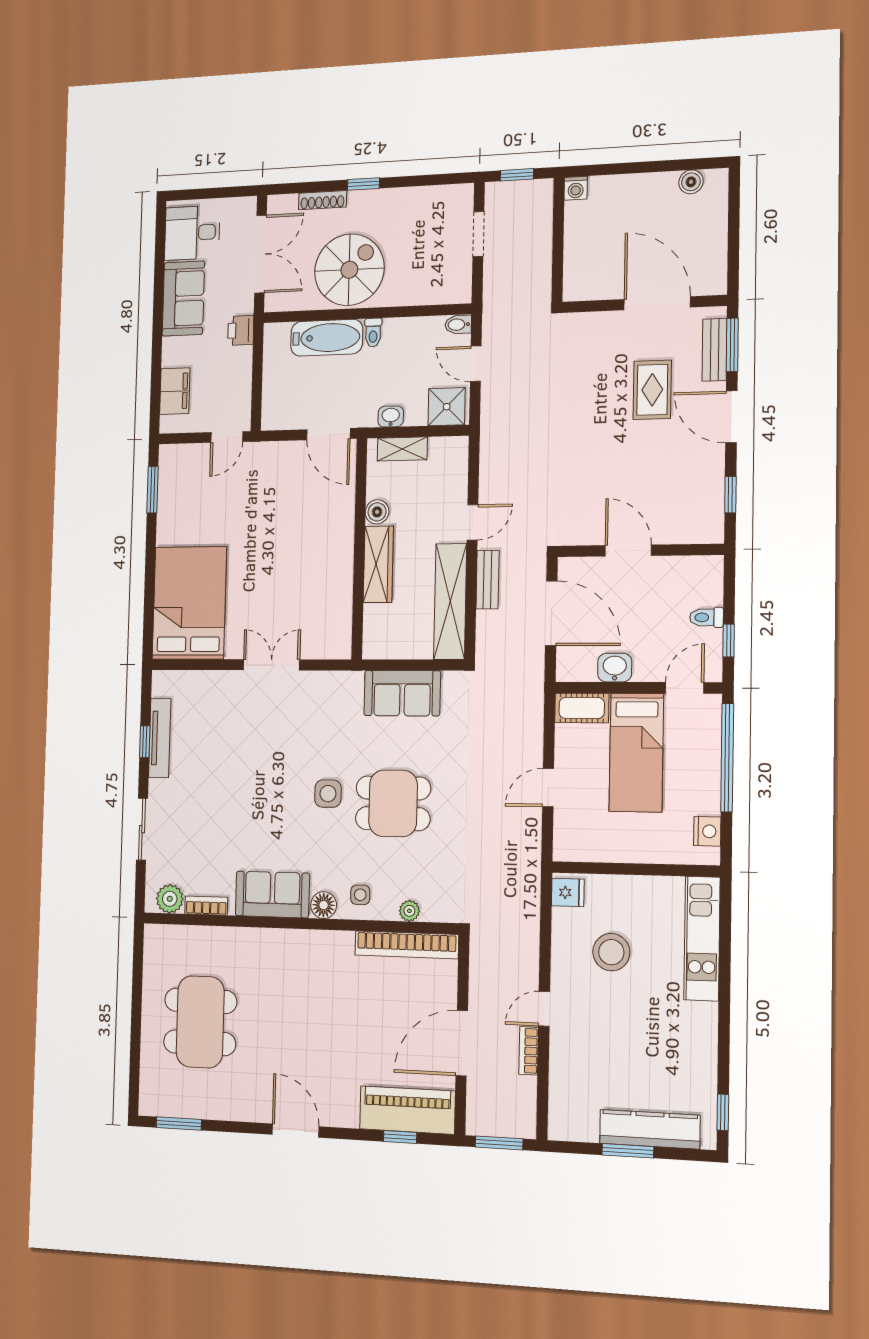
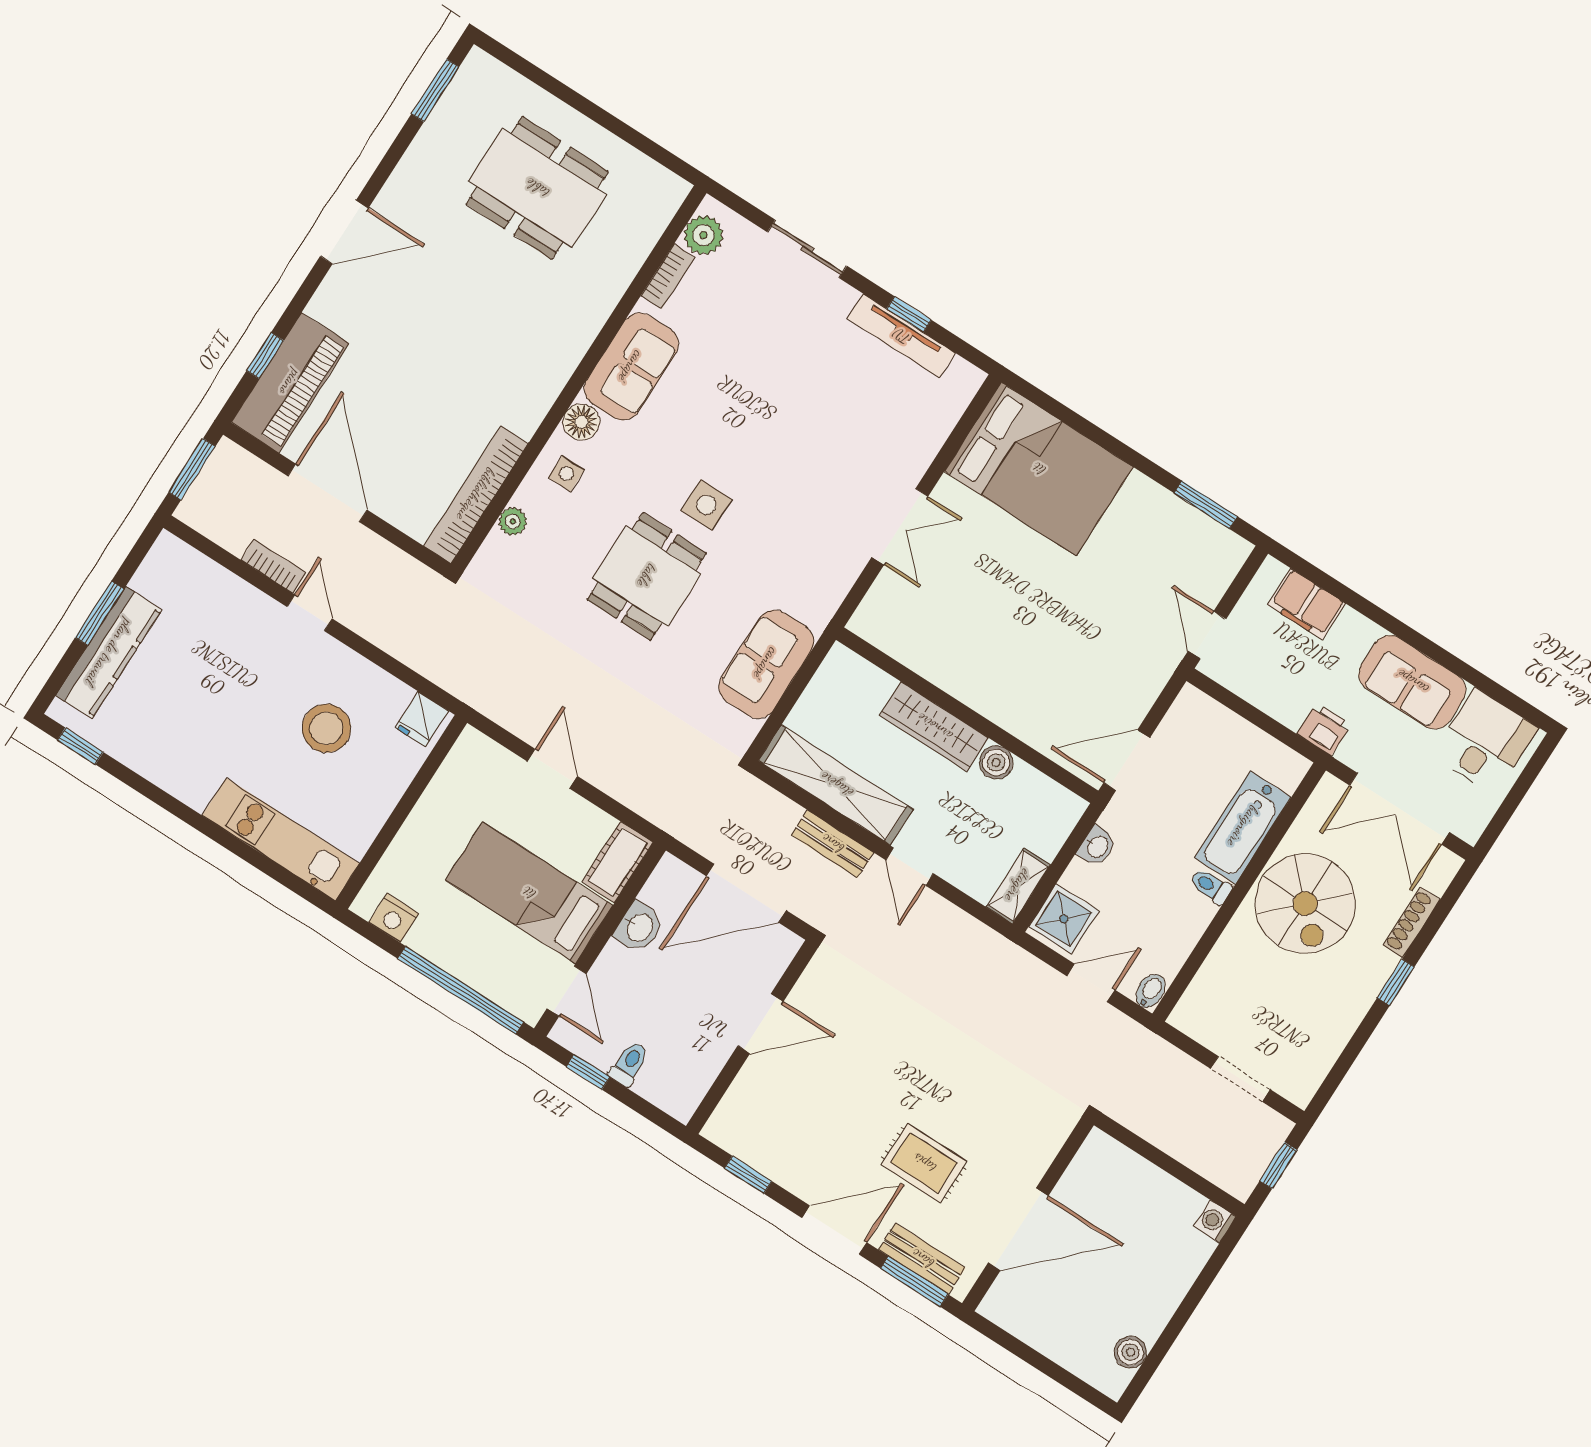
shelving: (402, 449) -> (1018, 886), moved

